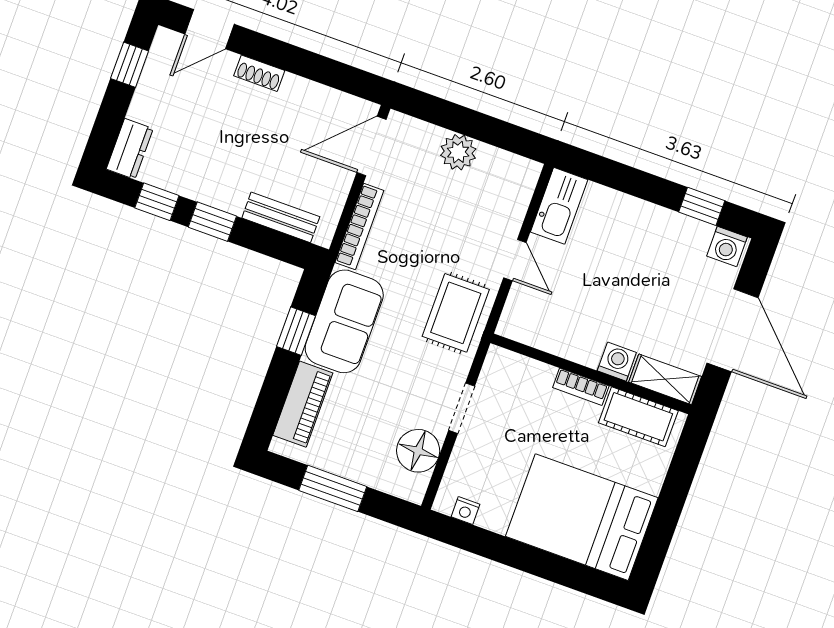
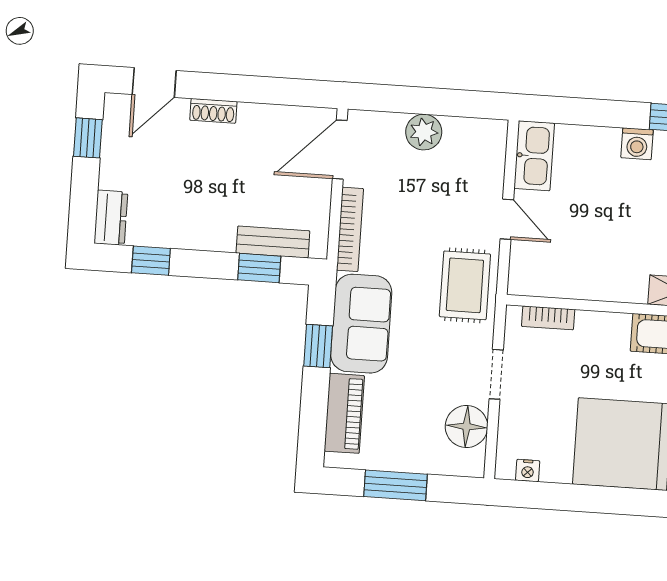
window: (212, 222) -> (259, 268), moved
washing machine: (617, 362) -> (637, 144), moved, turned 180
bookcase: (581, 387) -> (548, 318), moved

